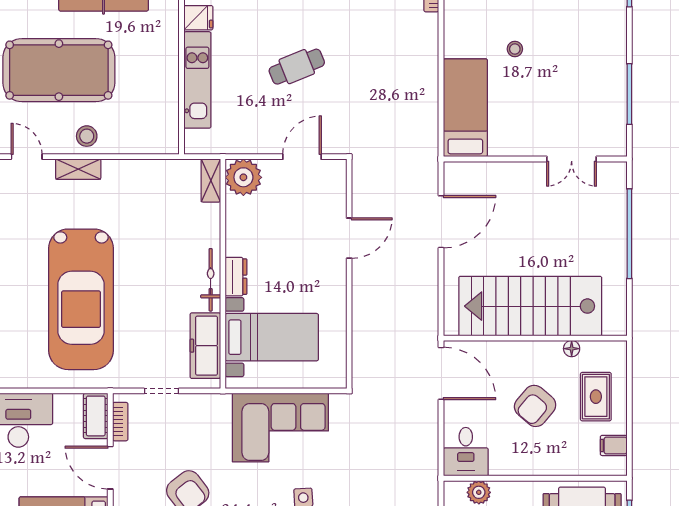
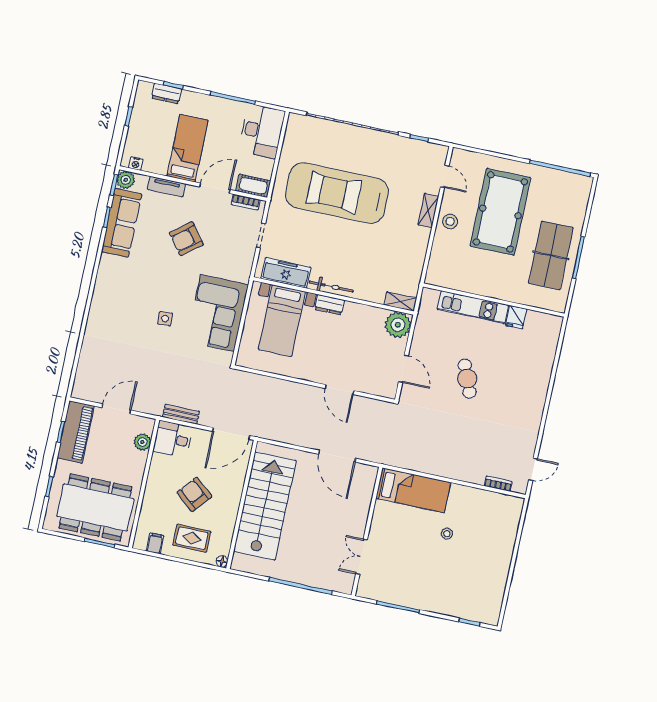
door: (27, 157) -> (445, 176), hinge flipped
floor lamp: (572, 349) -> (222, 562), moved
bench: (429, 448) -> (181, 414), added

